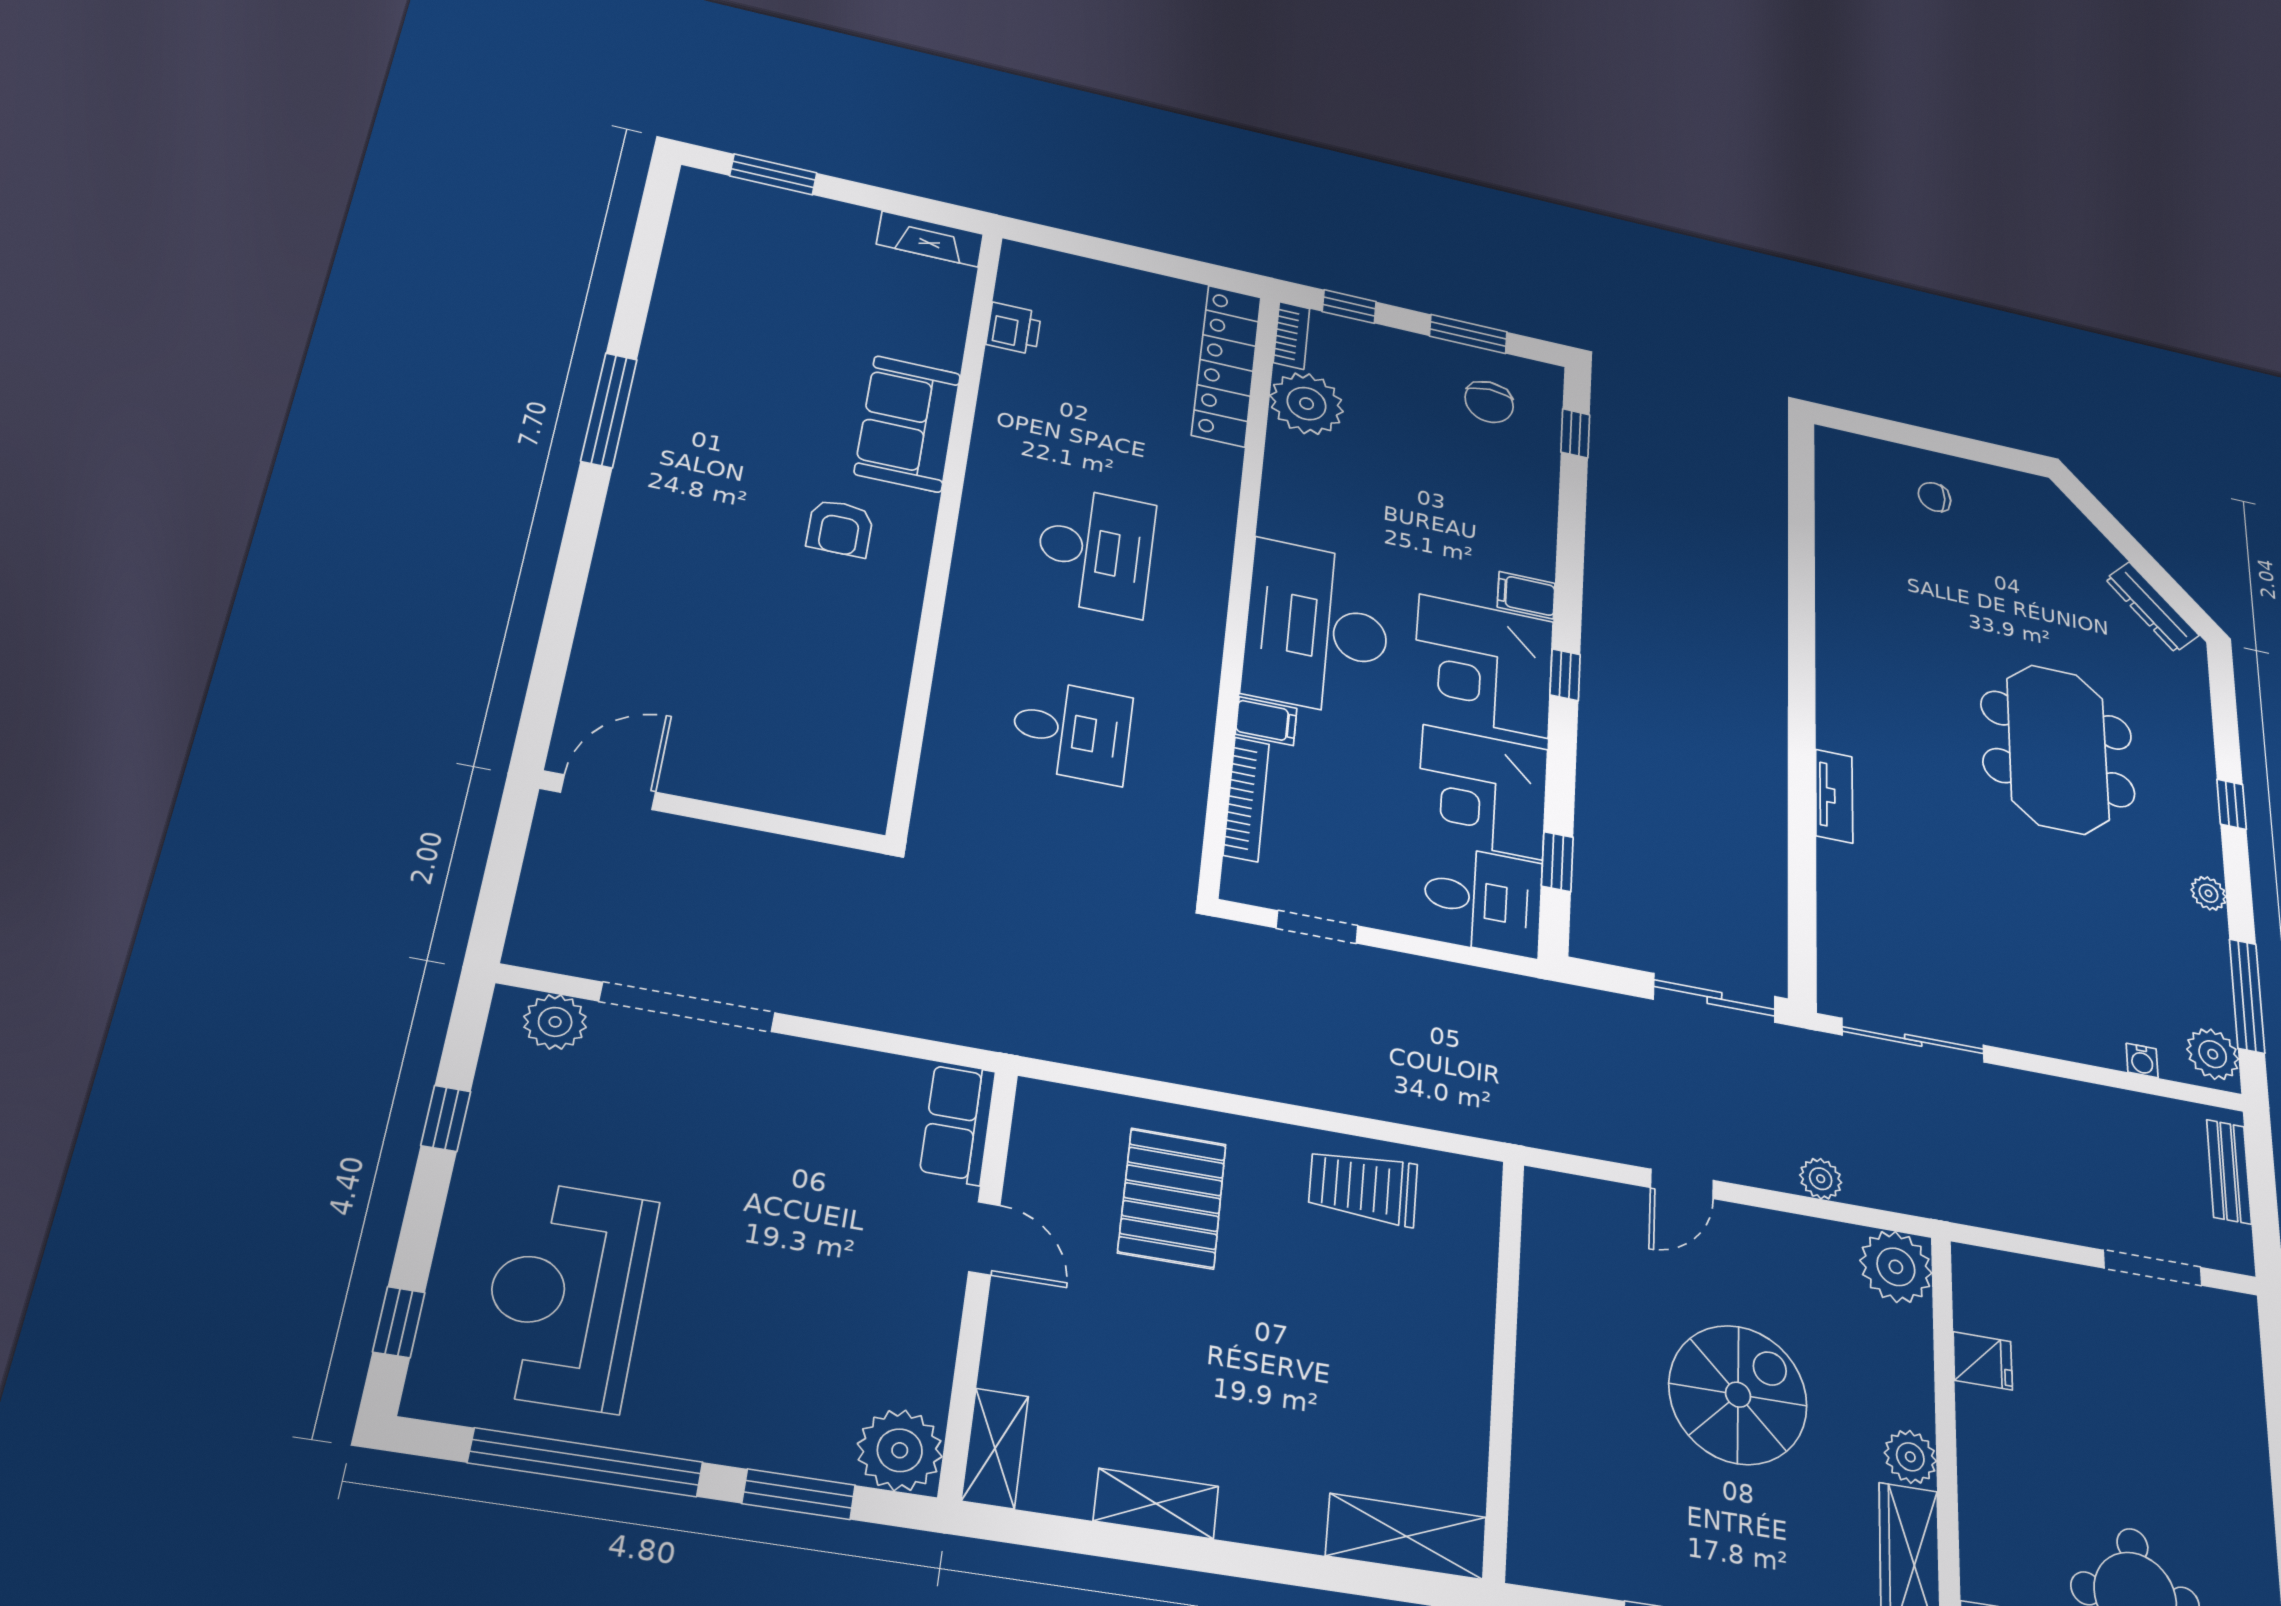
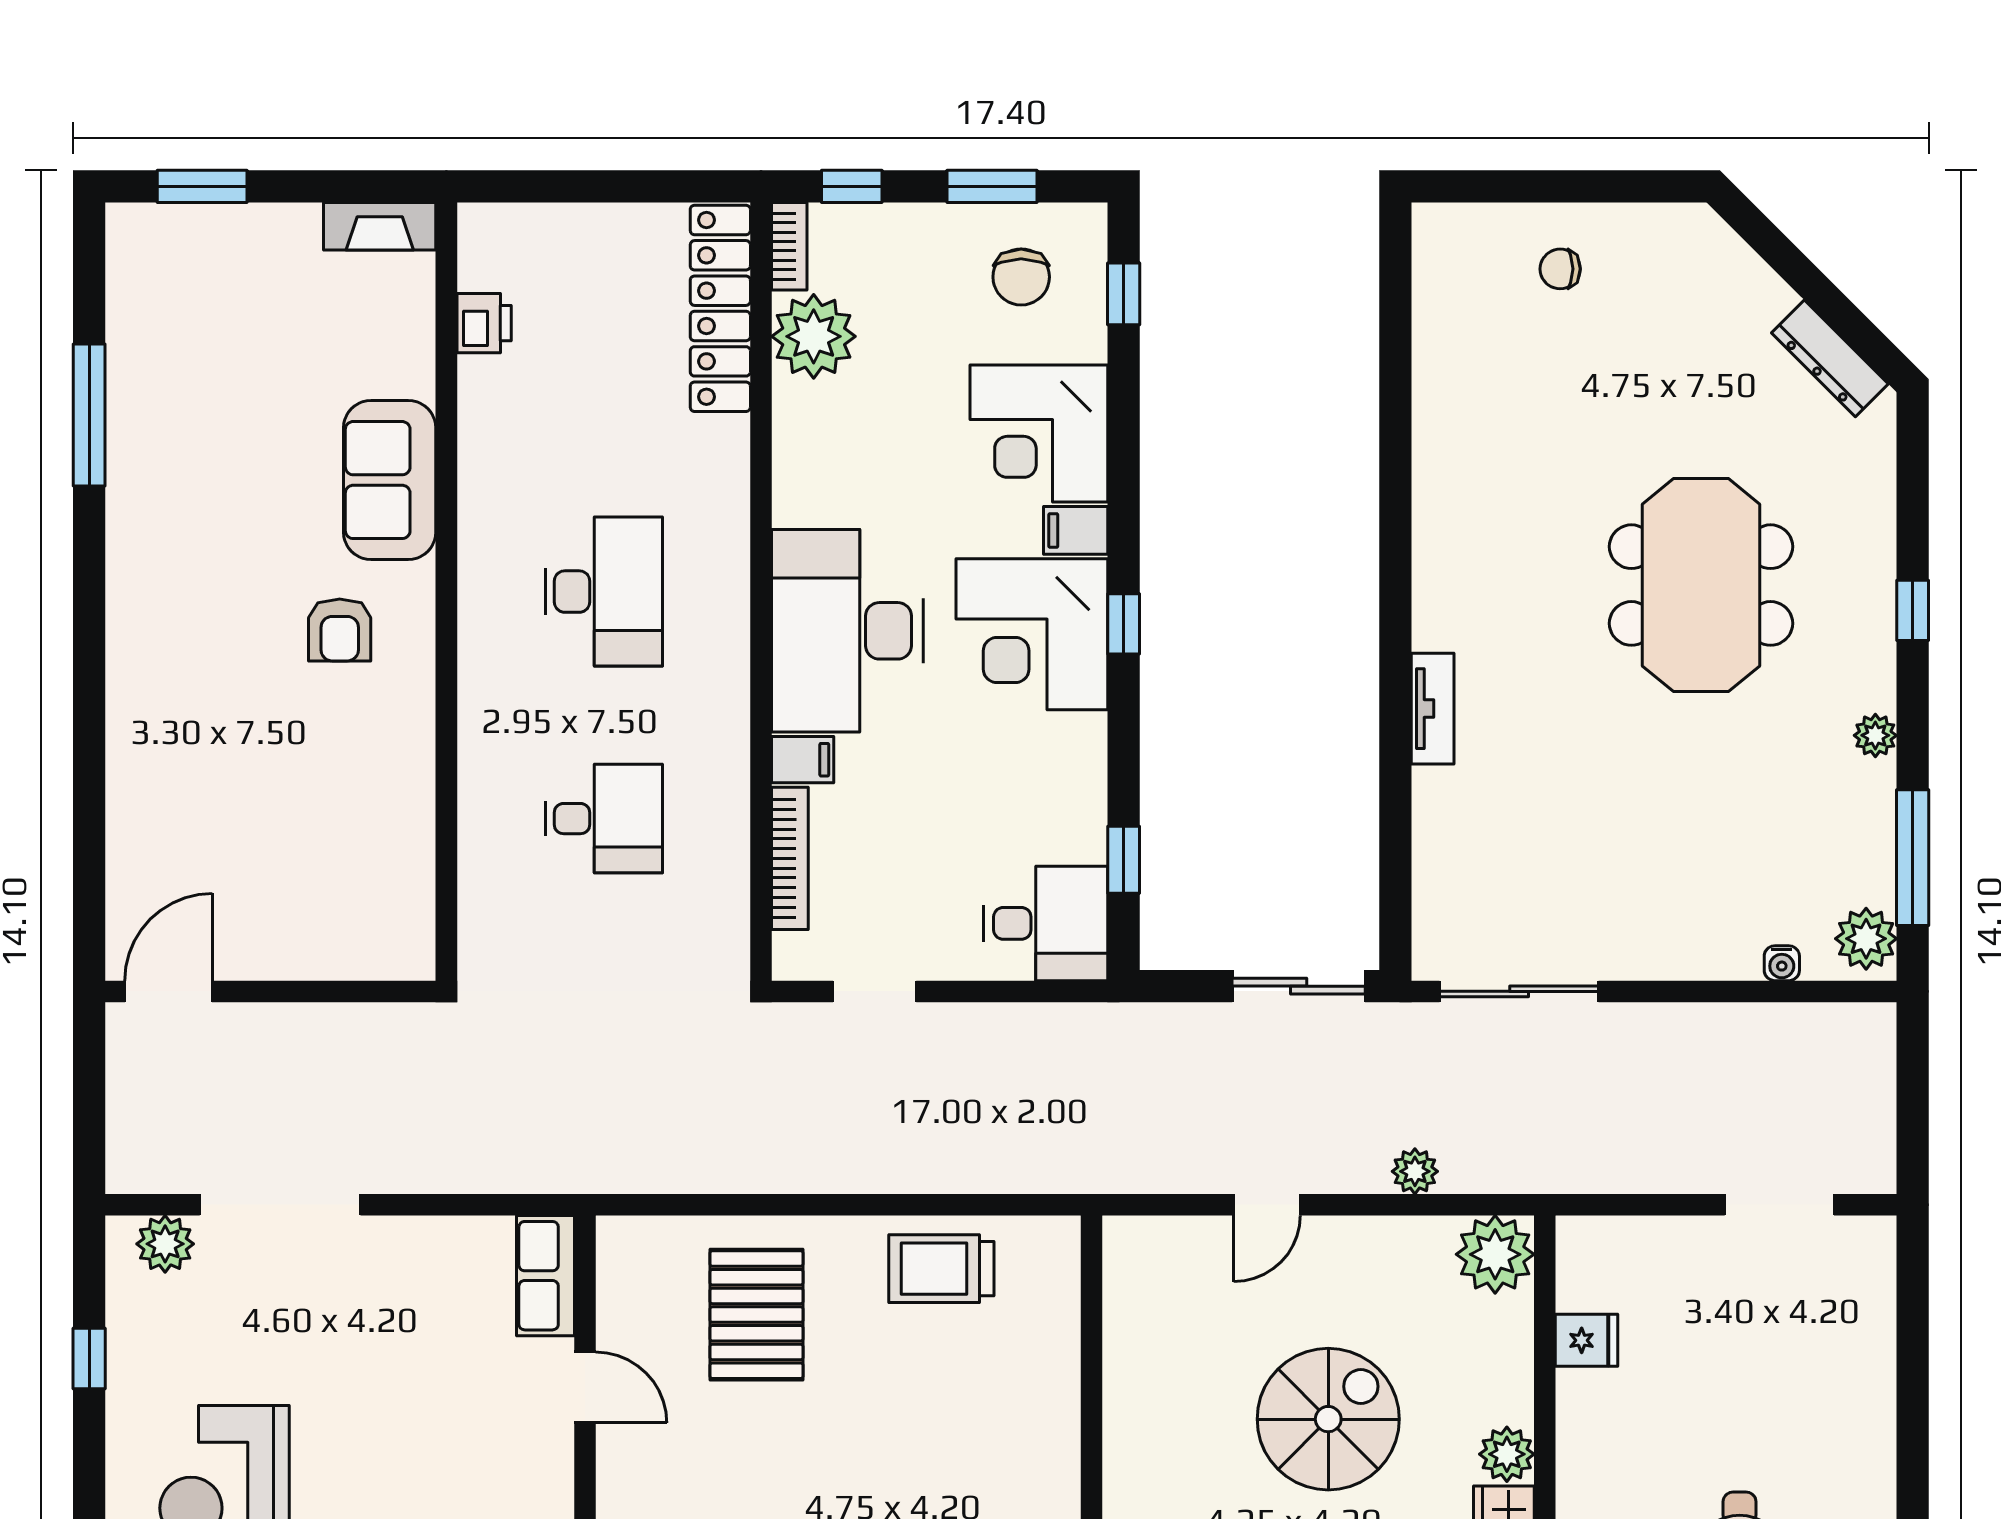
window: (609, 410) -> (89, 415), moved
corner desk: (1483, 792) -> (1039, 433), moved
bench: (2229, 1172) -> (1875, 1077), removed

